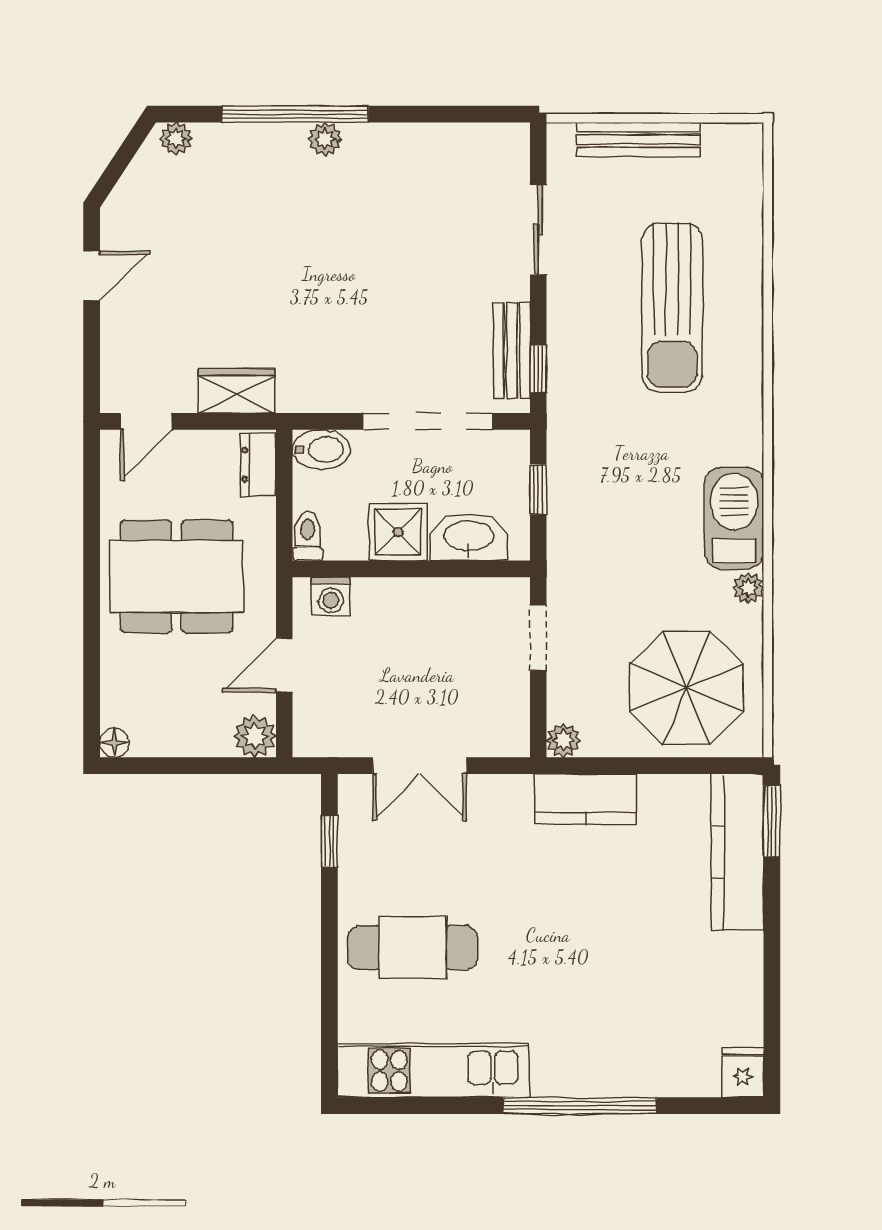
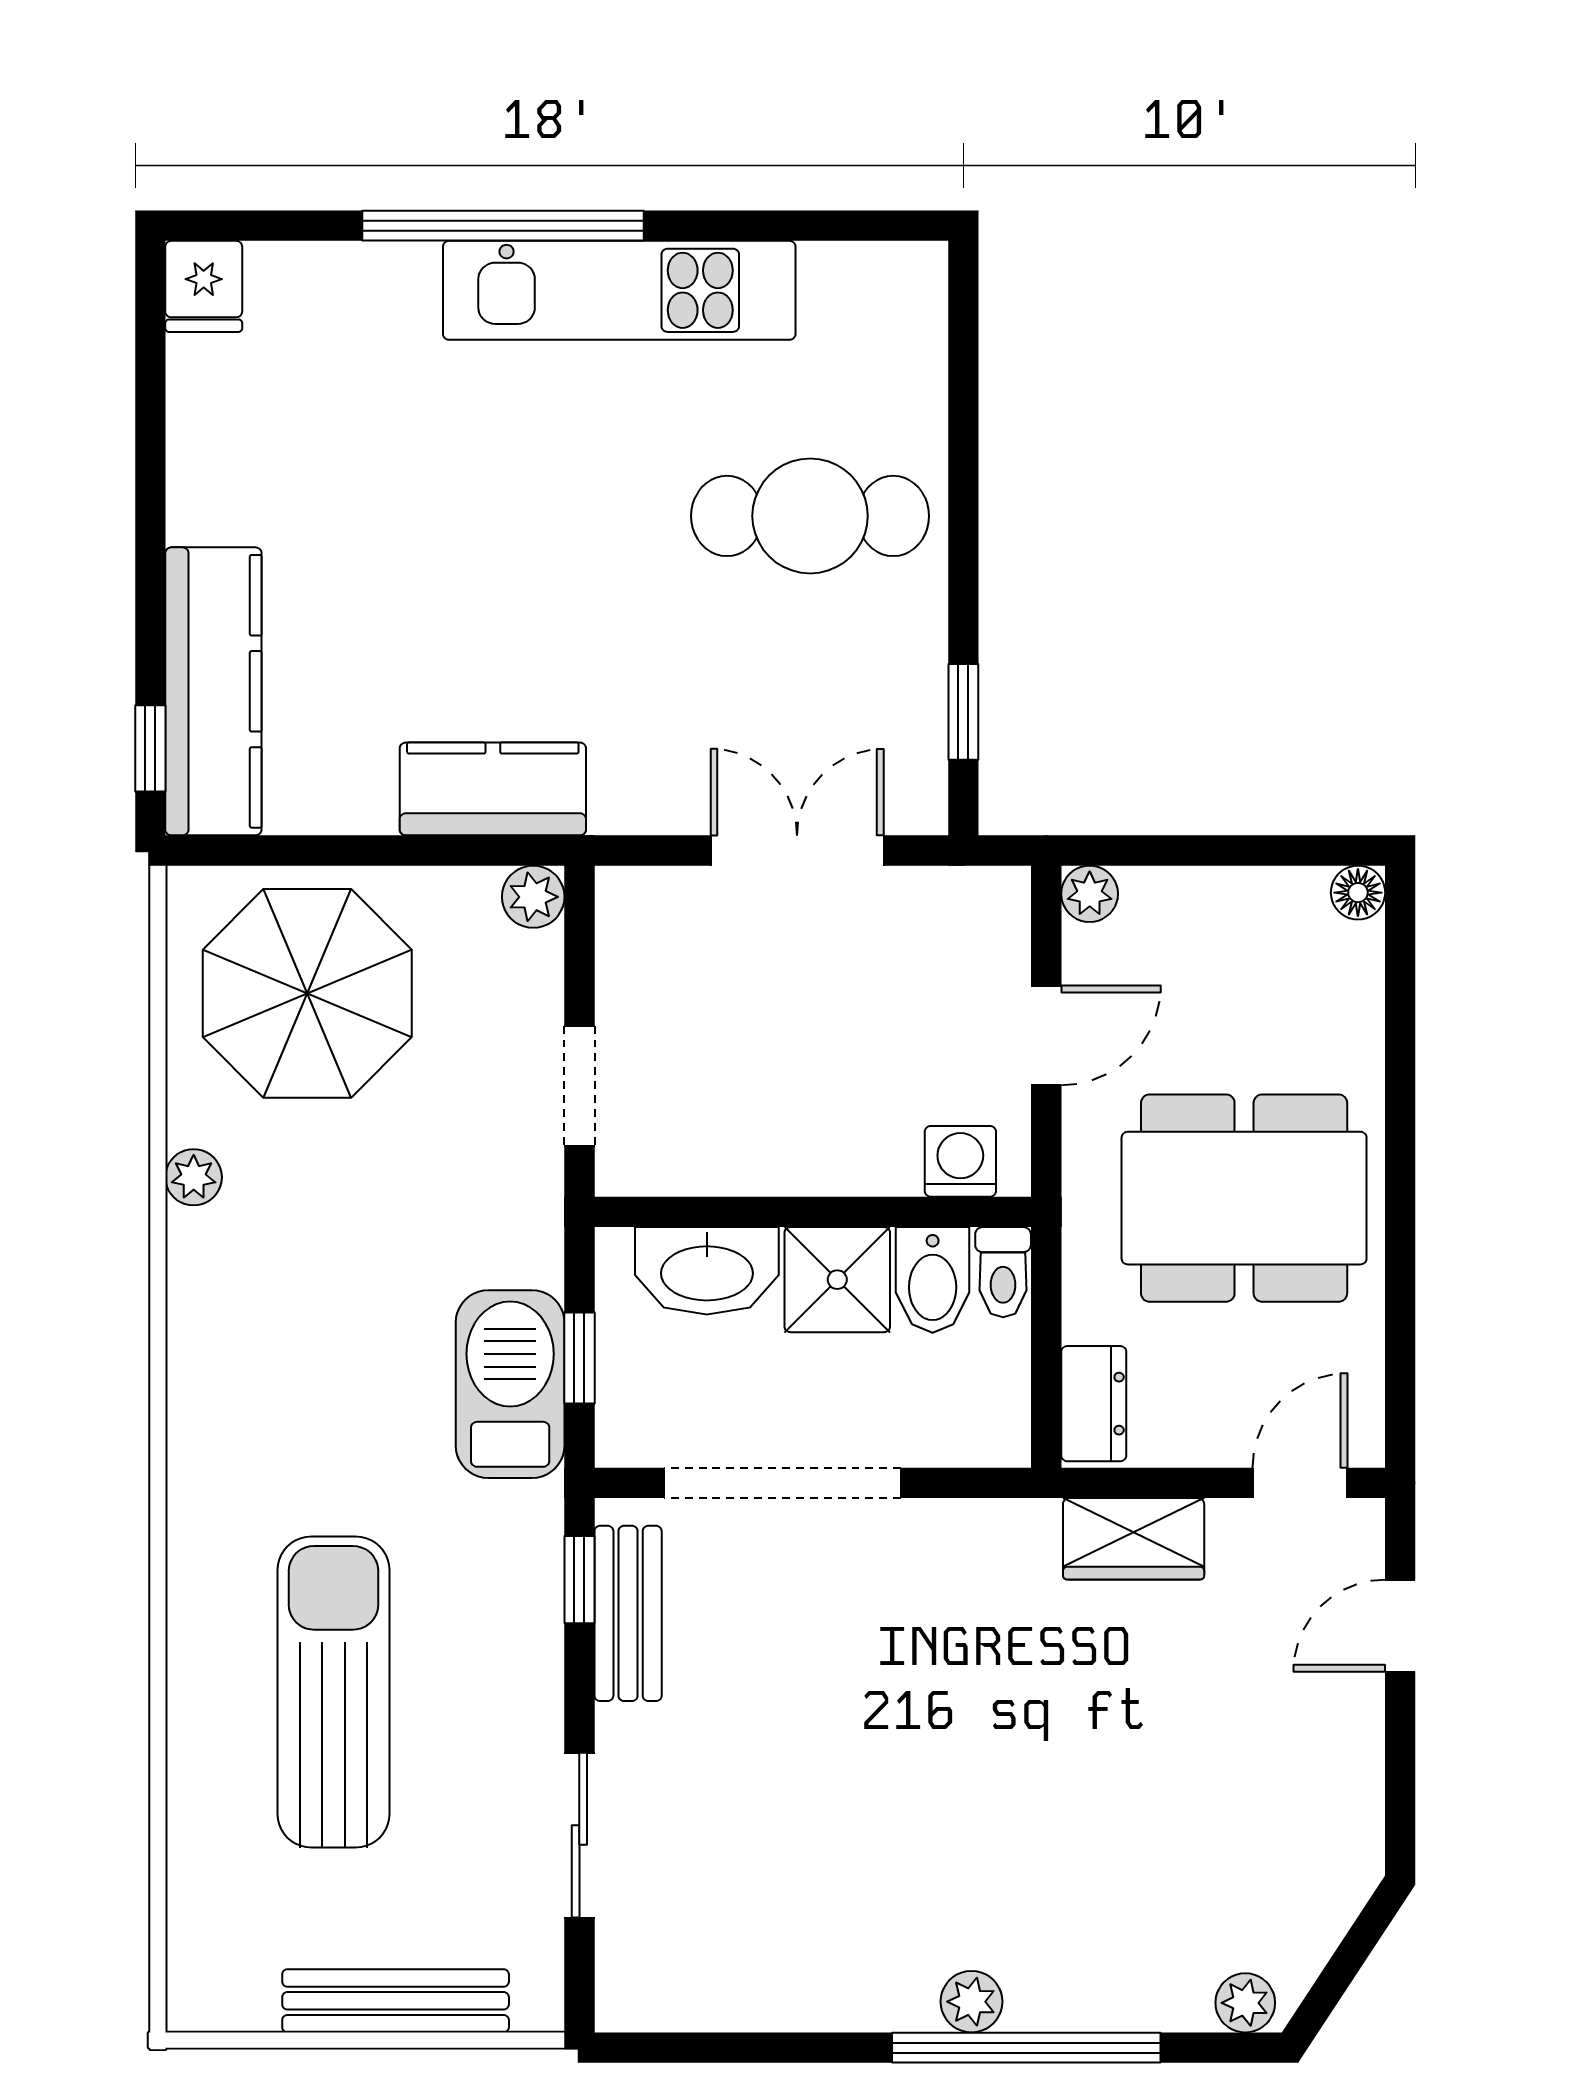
door: (92, 276) -> (1400, 1626), moved
bidet: (321, 450) -> (933, 1280), moved, turned -90
barbecue: (734, 518) -> (510, 1384), moved, turned 180
plant: (255, 736) -> (1090, 894), width x0.73, depth x0.73
window: (772, 821) -> (150, 748), width x0.67
kitchen unit: (433, 1070) -> (619, 290), moved

